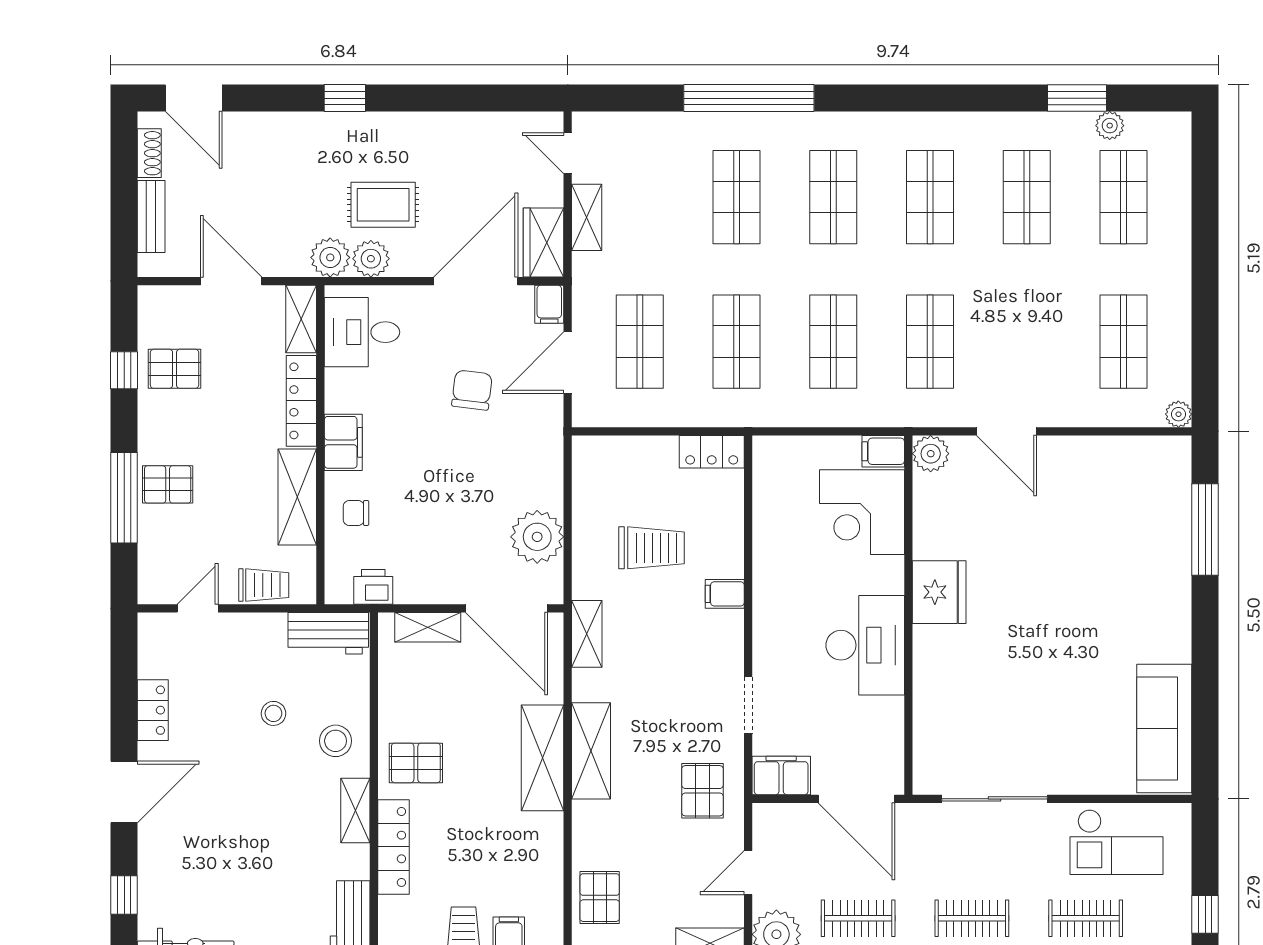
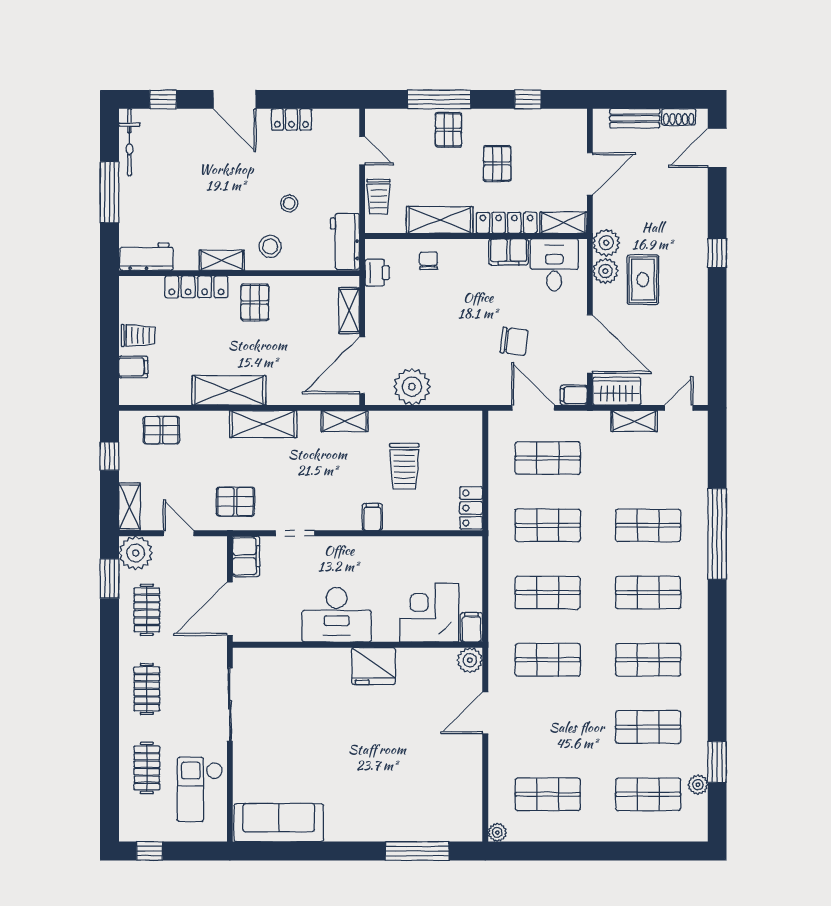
pallet: (175, 369) -> (497, 163), moved
filing cabinet: (343, 442) -> (509, 252), moved
shelving: (542, 758) -> (229, 390), moved

